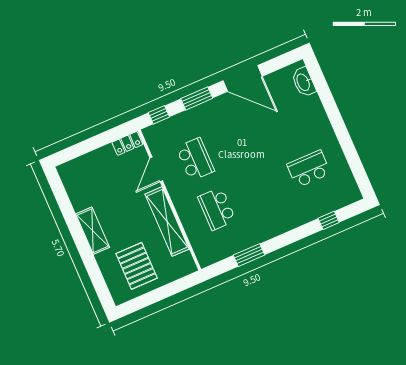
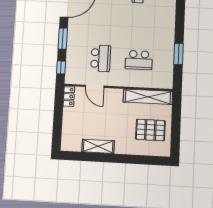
school desk: (195, 159) -> (101, 58), turned 90
shelving: (167, 222) -> (148, 97), moved
shelving: (93, 231) -> (98, 146), moved

